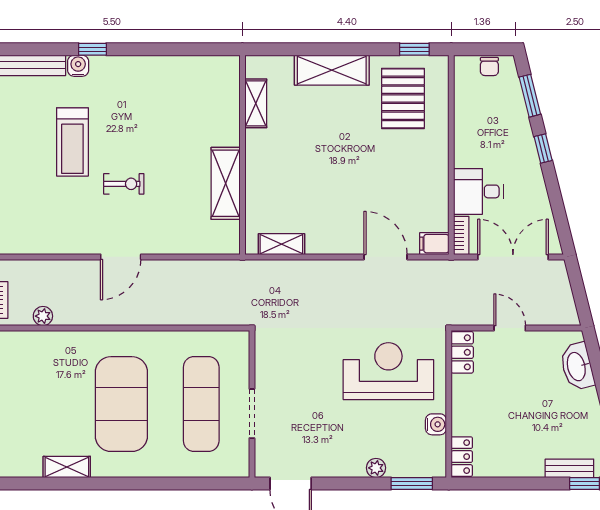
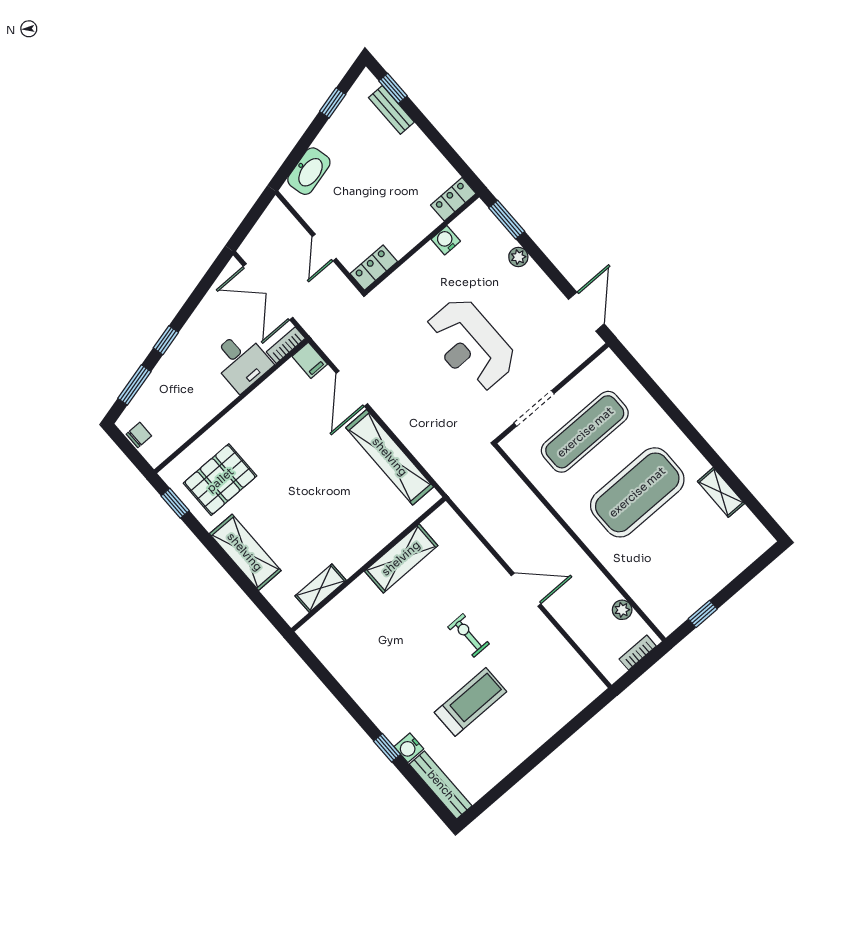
shelving: (281, 244) -> (390, 457), width x2.20, depth x1.33
reception desk: (388, 371) -> (470, 345), moved
doorway: (252, 414) -> (534, 408), moved

